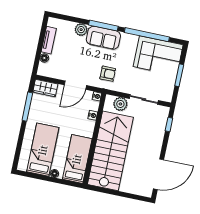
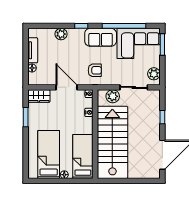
window: (103, 26) -> (81, 26), width x0.46
sofa: (103, 38) -> (101, 37), moved
window: (179, 75) -> (162, 45), moved
door: (75, 85) -> (67, 87), swing flipped
plant: (167, 90) -> (154, 74), added
window: (27, 107) -> (26, 117), width x0.69
window: (169, 124) -> (162, 117), moved

